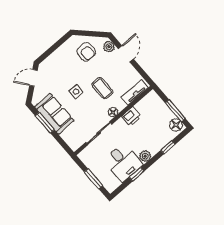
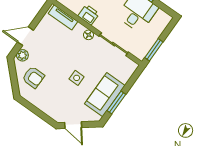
armchair: (86, 52) -> (33, 77), turned 90
coffee table: (102, 88) -> (67, 52), removed
window: (93, 179) -> (154, 50), moved

